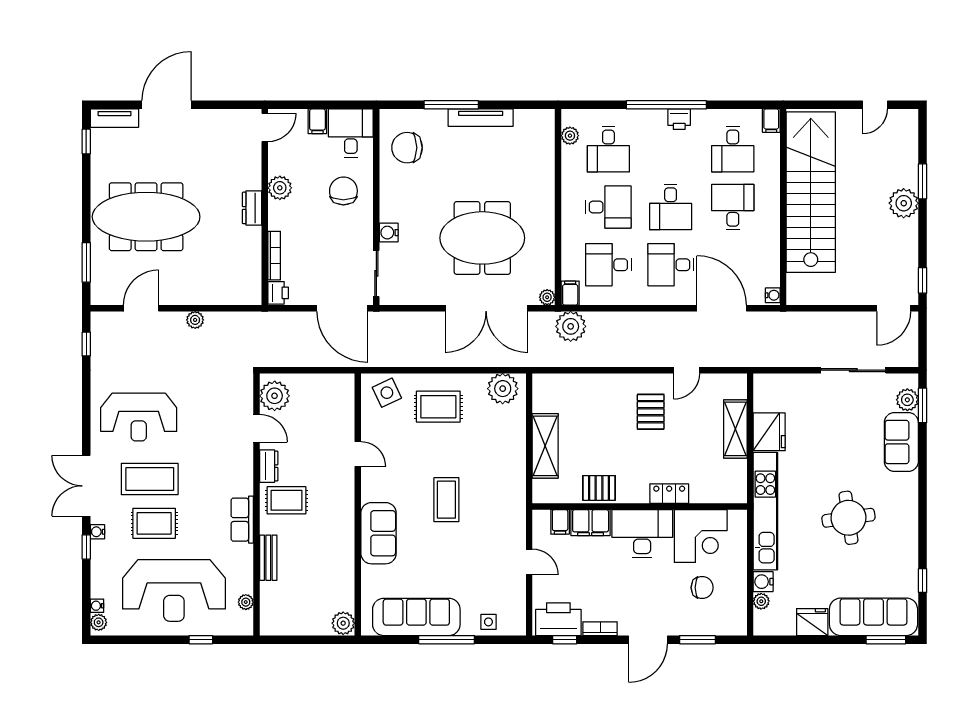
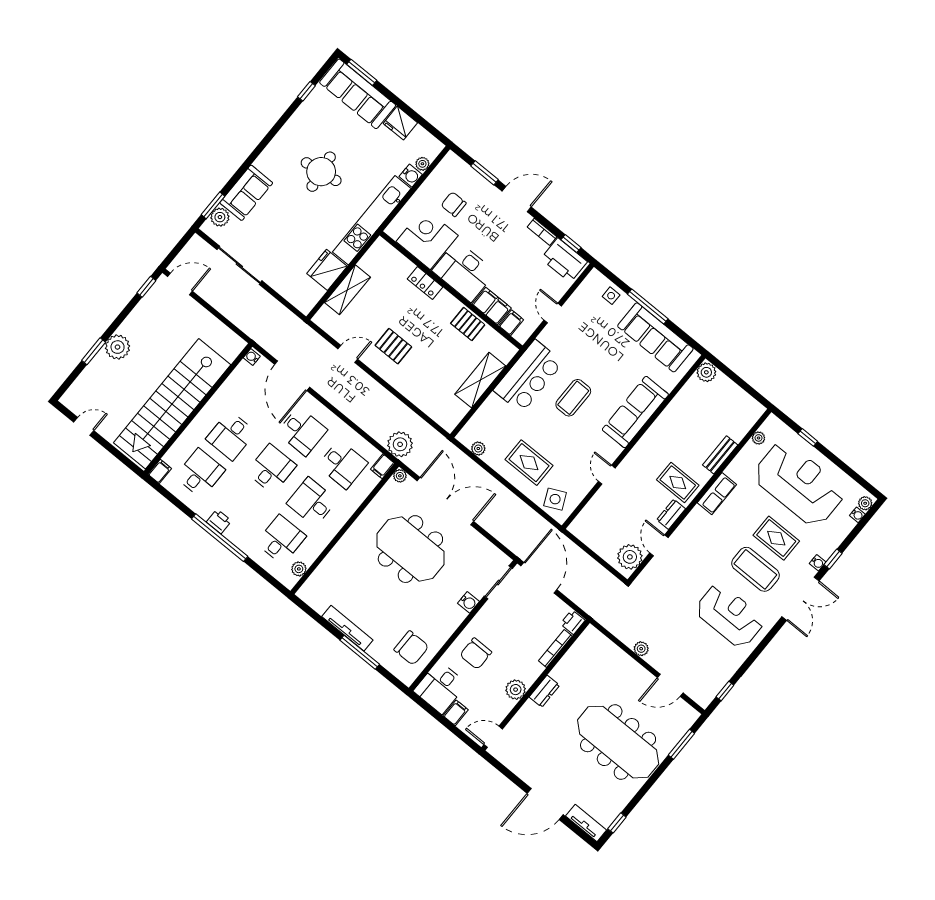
plant: (503, 389) -> (478, 449), width x0.53, depth x0.53
pallet: (651, 412) -> (393, 346), turned 90
bar counter: (504, 485) -> (528, 376), added
sofa: (379, 533) -> (635, 412), width x1.36

